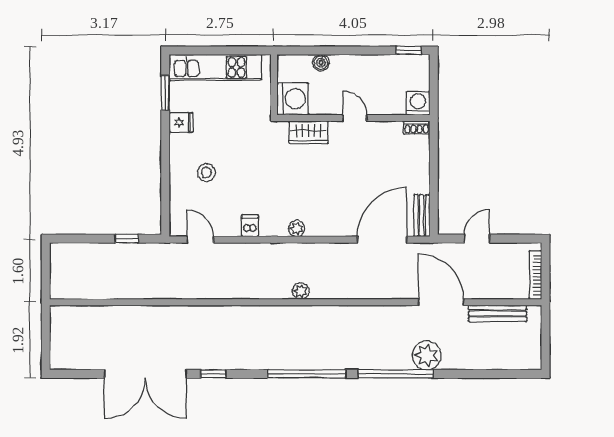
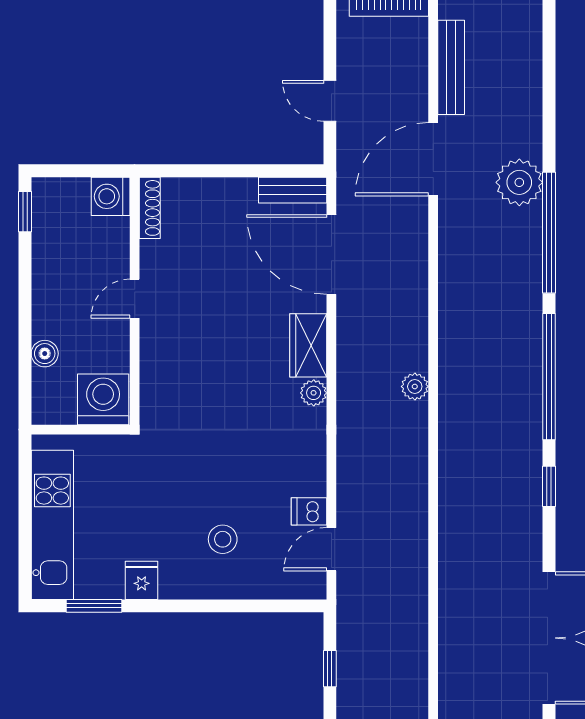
shoe rack: (417, 127) -> (150, 208), width x1.43
wardrobe: (308, 132) -> (308, 345), moved, turned 180
dishwasher: (250, 226) -> (309, 511), moved
window: (213, 374) -> (549, 486), moved

